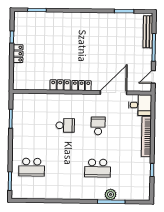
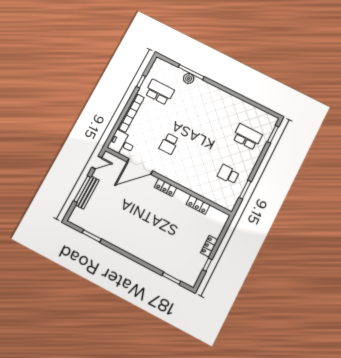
bench: (148, 32) -> (87, 193), moved
locker: (60, 85) -> (198, 205), moved
school desk: (65, 125) -> (228, 174), moved
school desk: (98, 168) -> (159, 92), moved

